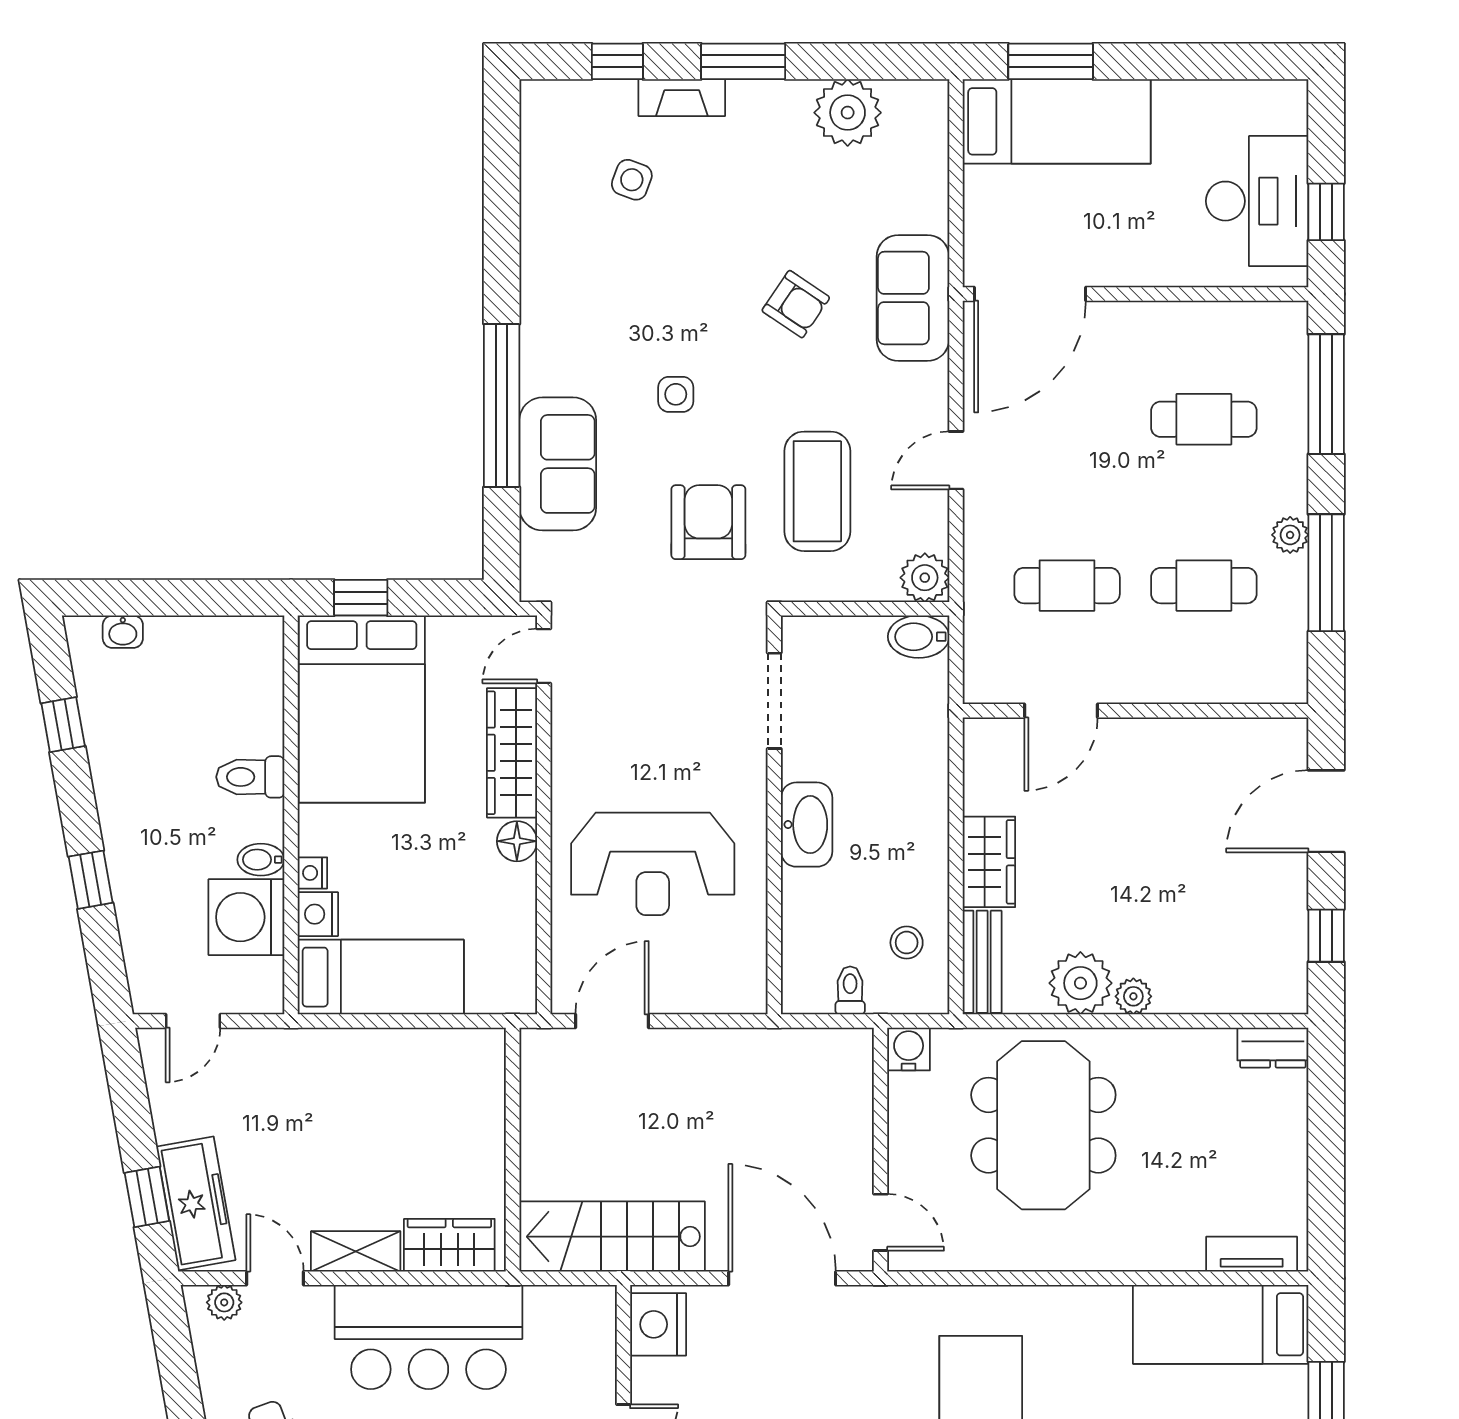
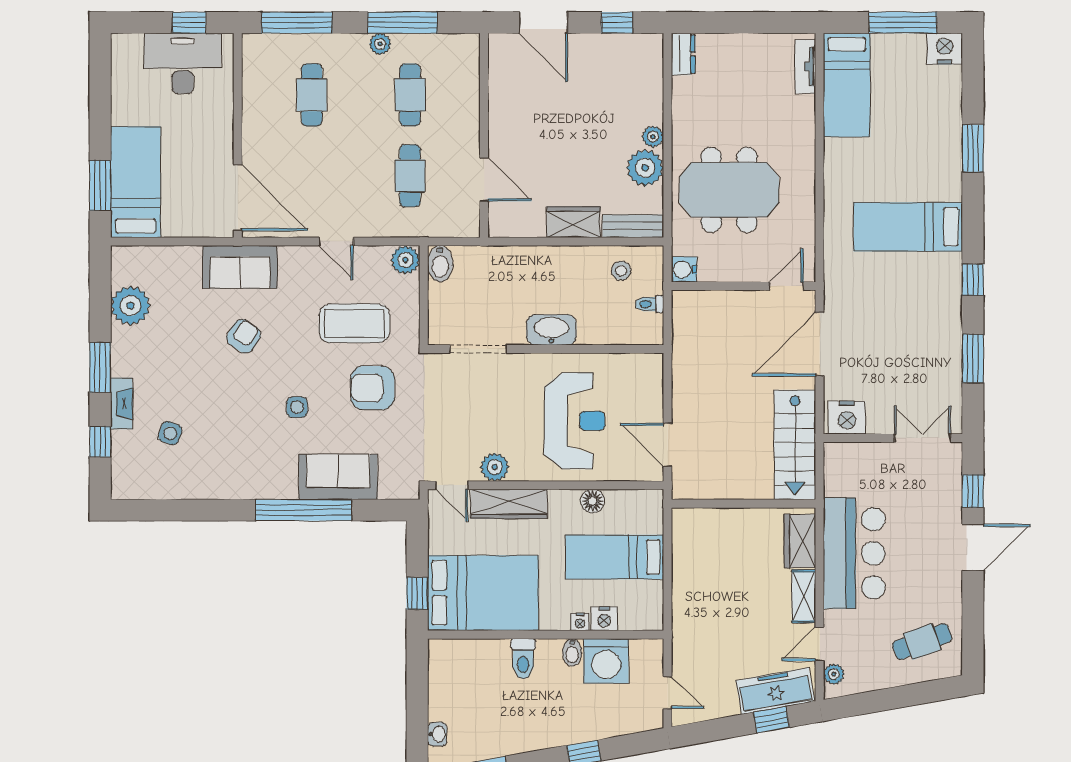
plant: (574, 729) -> (495, 467), added
floor lamp: (517, 841) -> (593, 501), moved
bed: (381, 977) -> (614, 557), moved, turned -90

